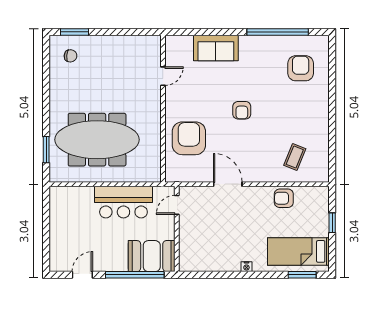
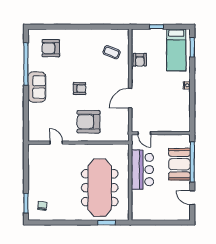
sofa: (216, 48) -> (37, 87), moved
armchair: (189, 138) -> (88, 122), moved
booth: (152, 256) -> (179, 164), moved

